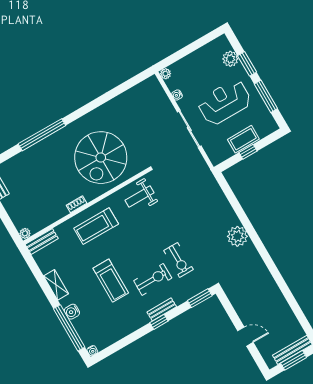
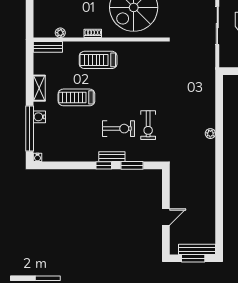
weight bench: (139, 196) -> (146, 56), removed
plant: (25, 233) -> (60, 33), moved
plant: (237, 236) -> (210, 134), width x0.53, depth x0.53
treadmill: (111, 281) -> (76, 97), moved, turned 90
window: (200, 298) -> (132, 165), moved
door: (245, 337) -> (166, 217), hinge flipped

